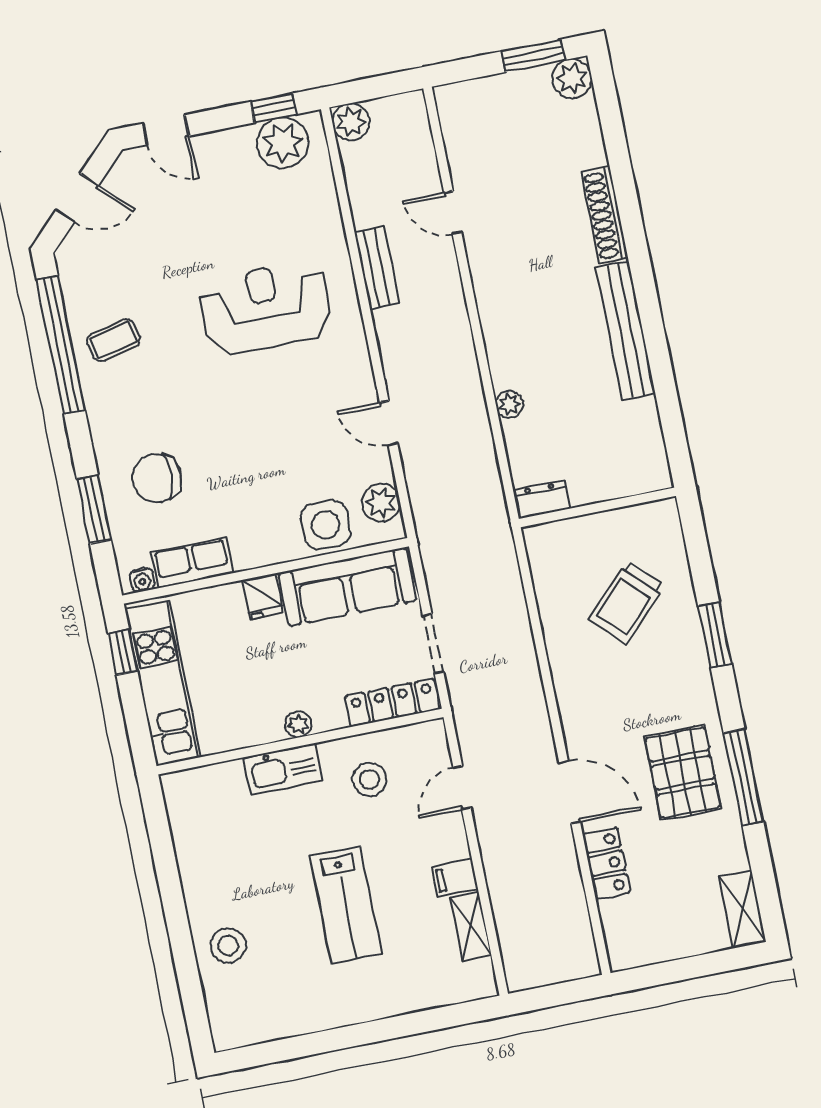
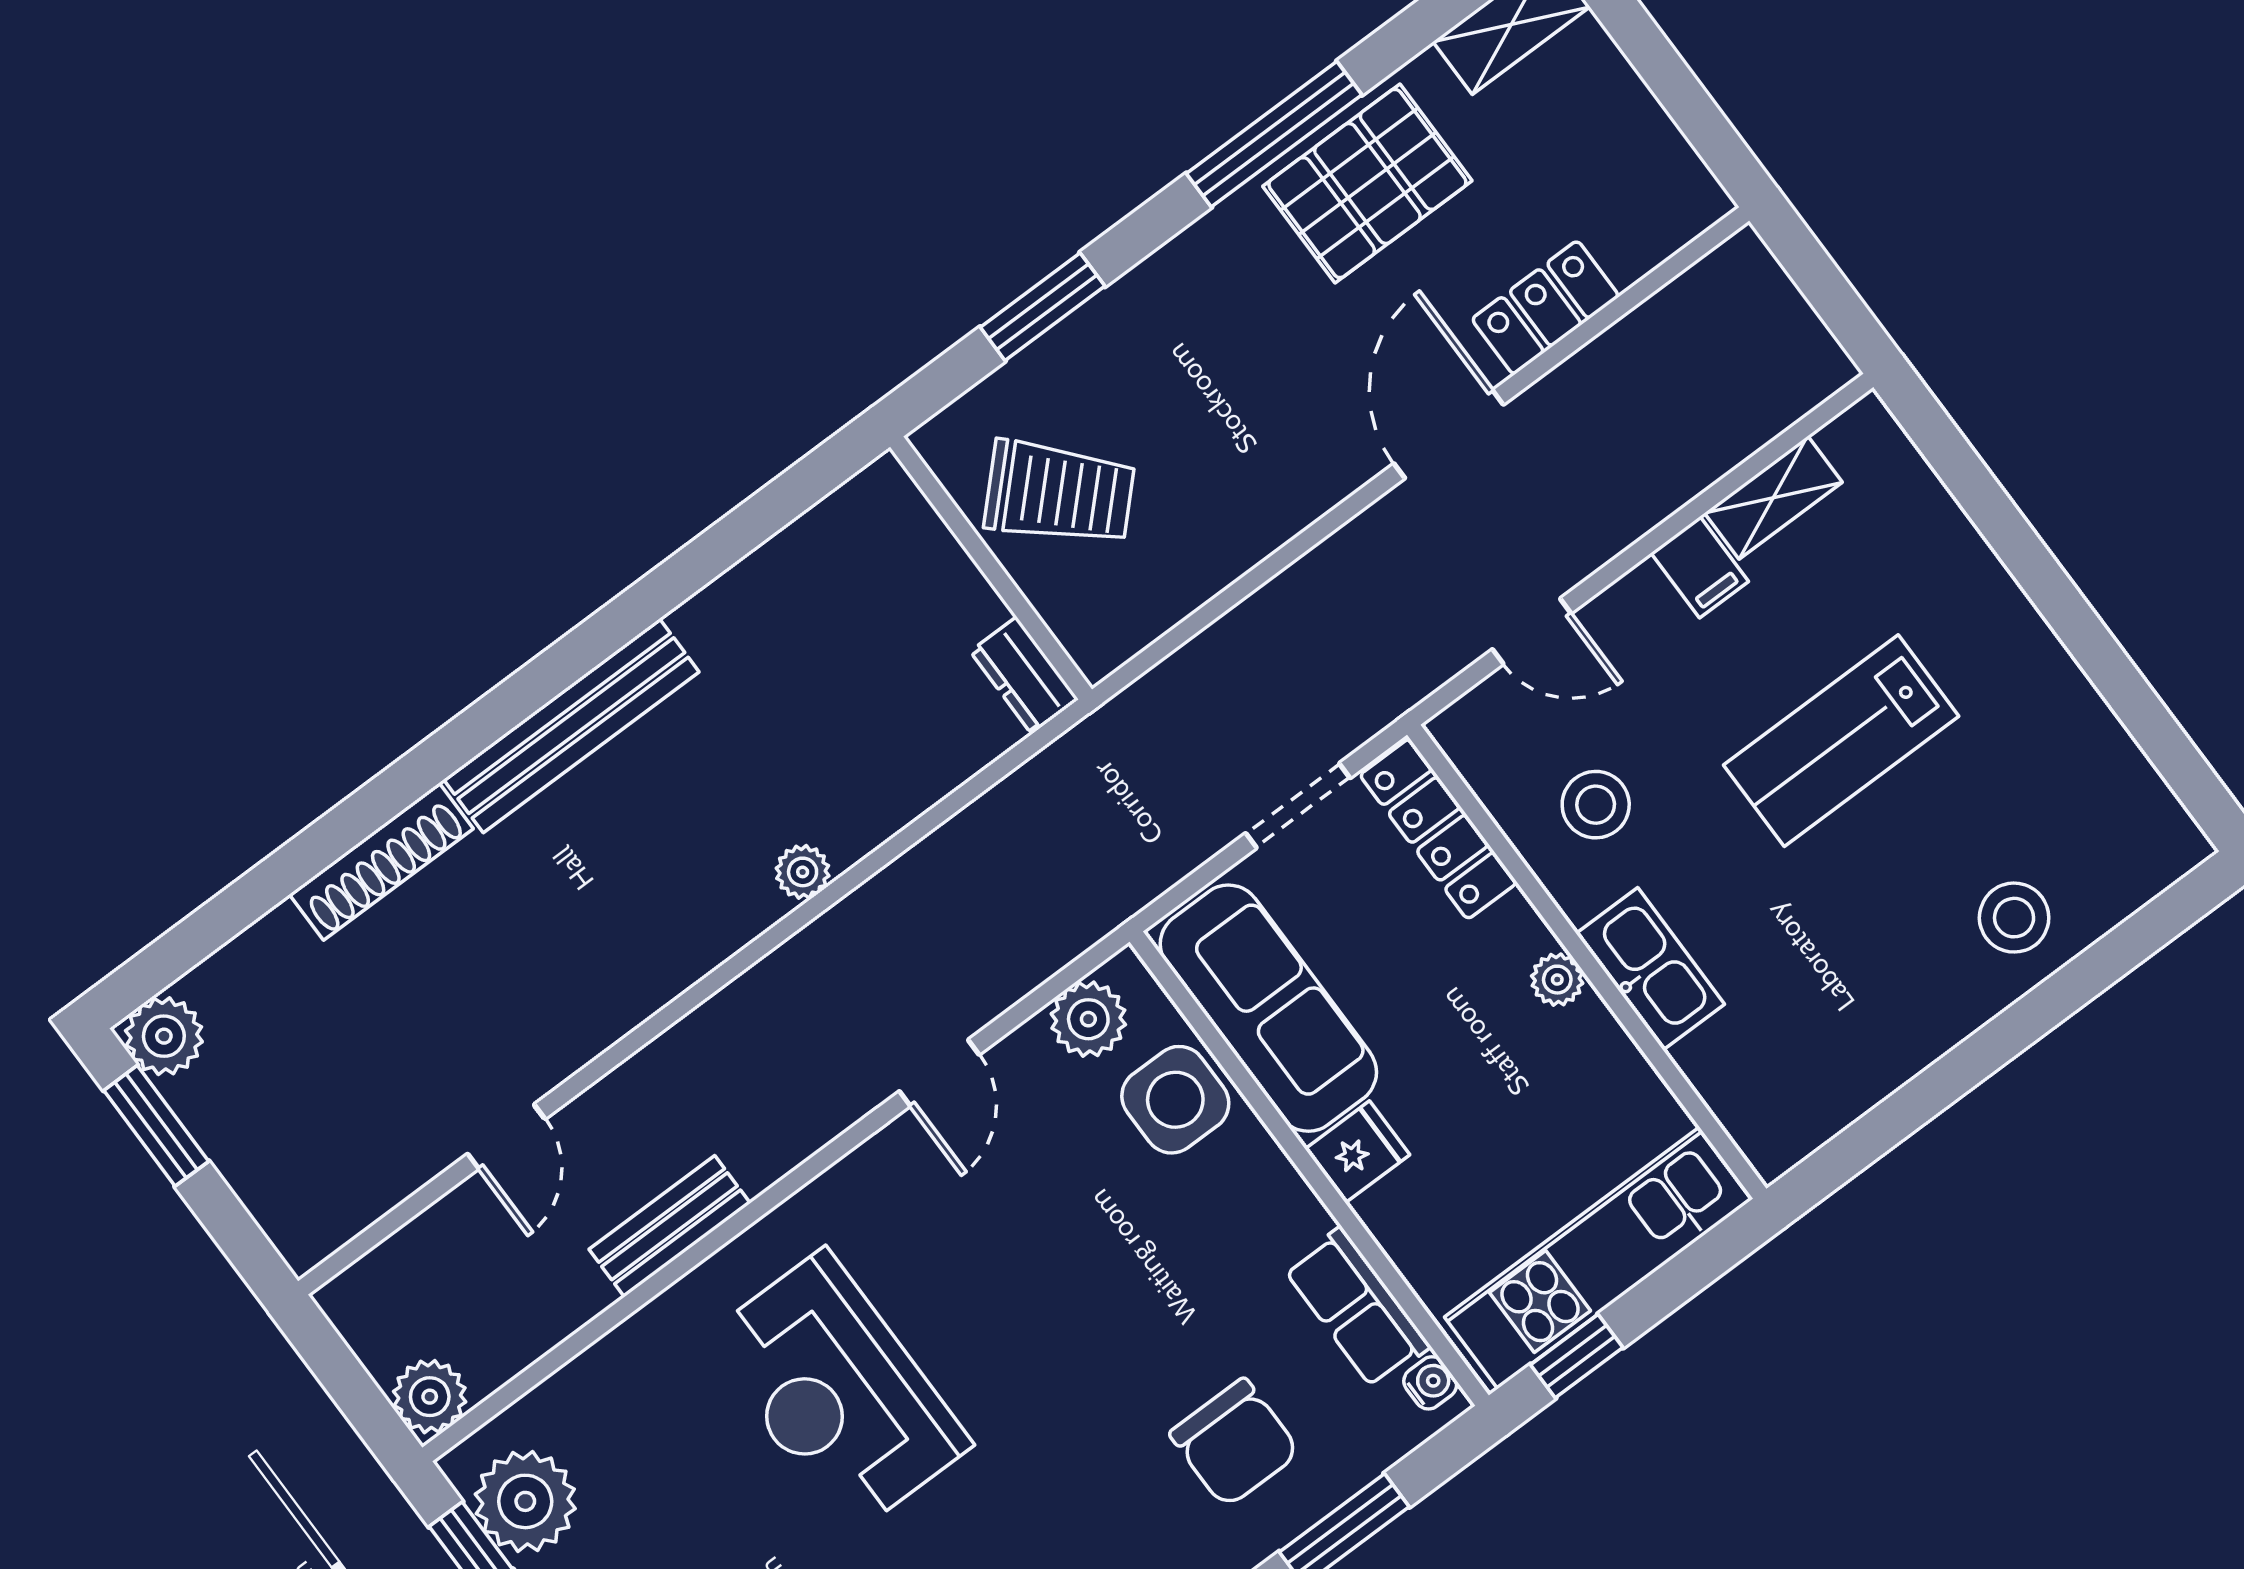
dresser: (541, 500) -> (1024, 675), moved
wall: (597, 507) -> (991, 568), moved
pallet: (683, 773) -> (1367, 183), moved
lab bench: (346, 905) -> (1841, 741), turned 180

